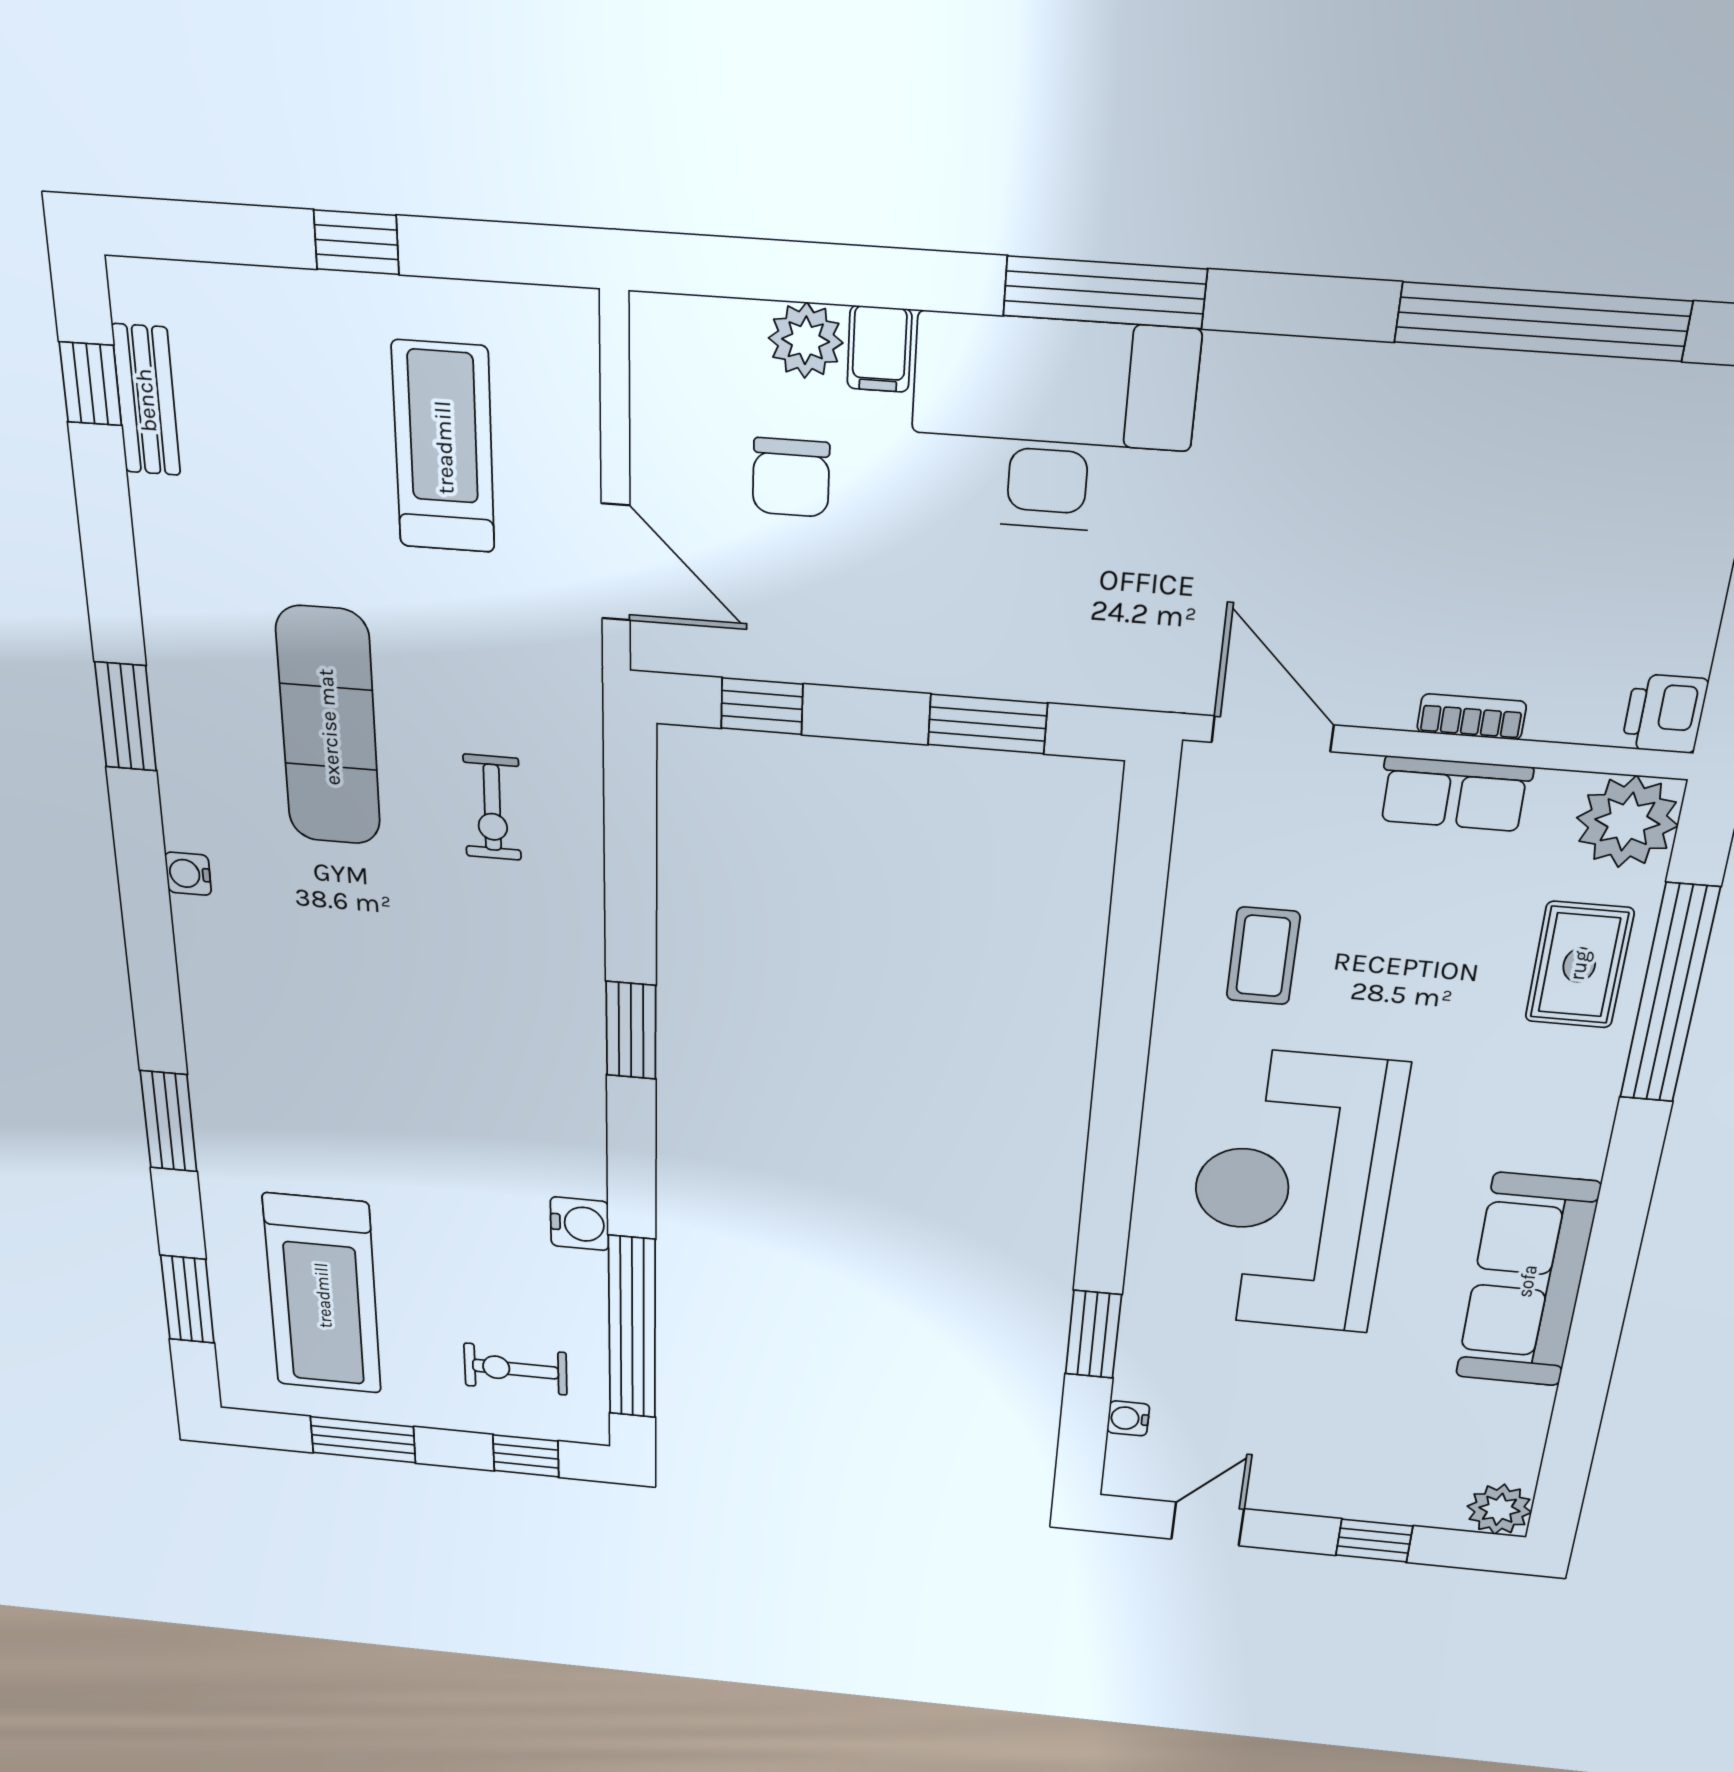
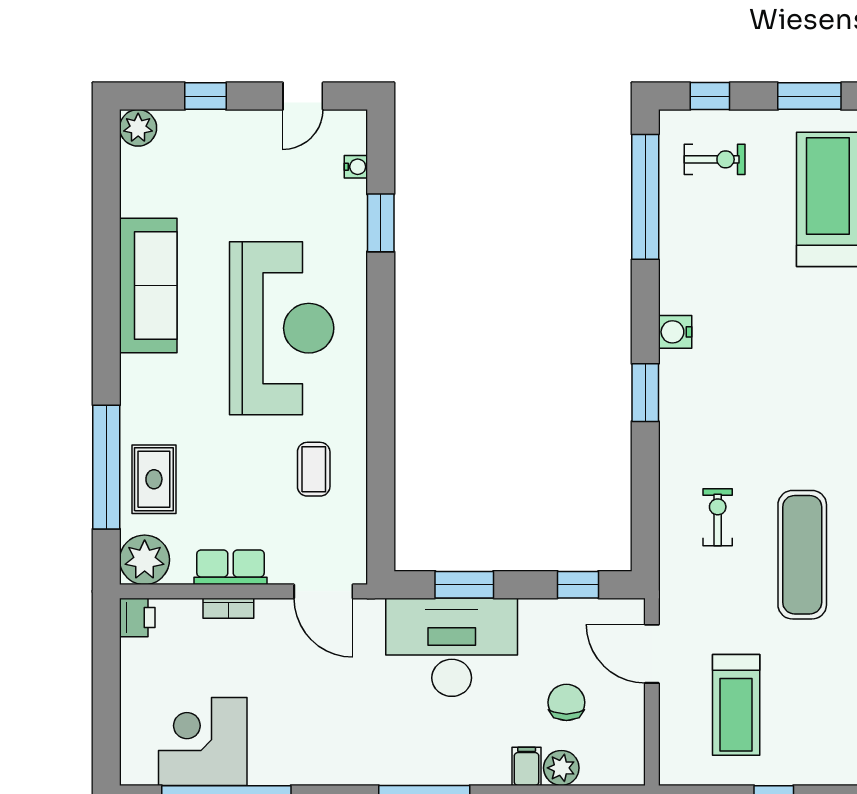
desk: (1052, 425) -> (452, 647), moved, turned 180
corner desk: (1573, 451) -> (203, 741), added
water cooler: (580, 1224) -> (675, 332), moved

